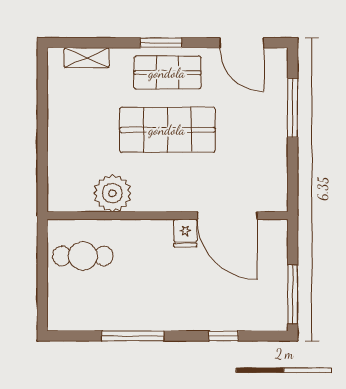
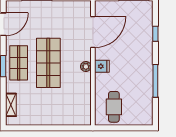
plant: (112, 193) -> (86, 66), moved, width x0.53, depth x0.53
fridge: (185, 233) -> (102, 66), moved

